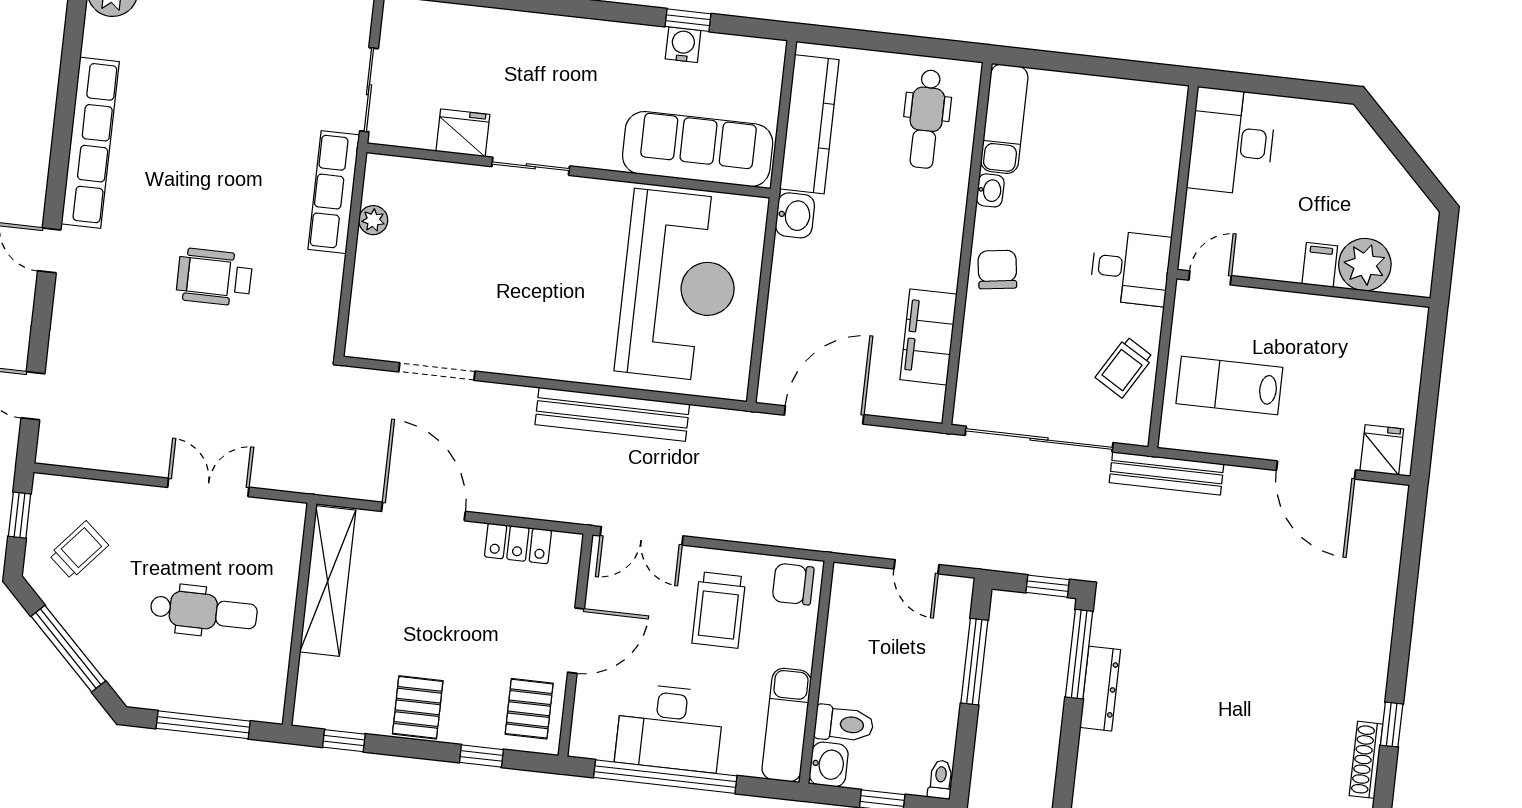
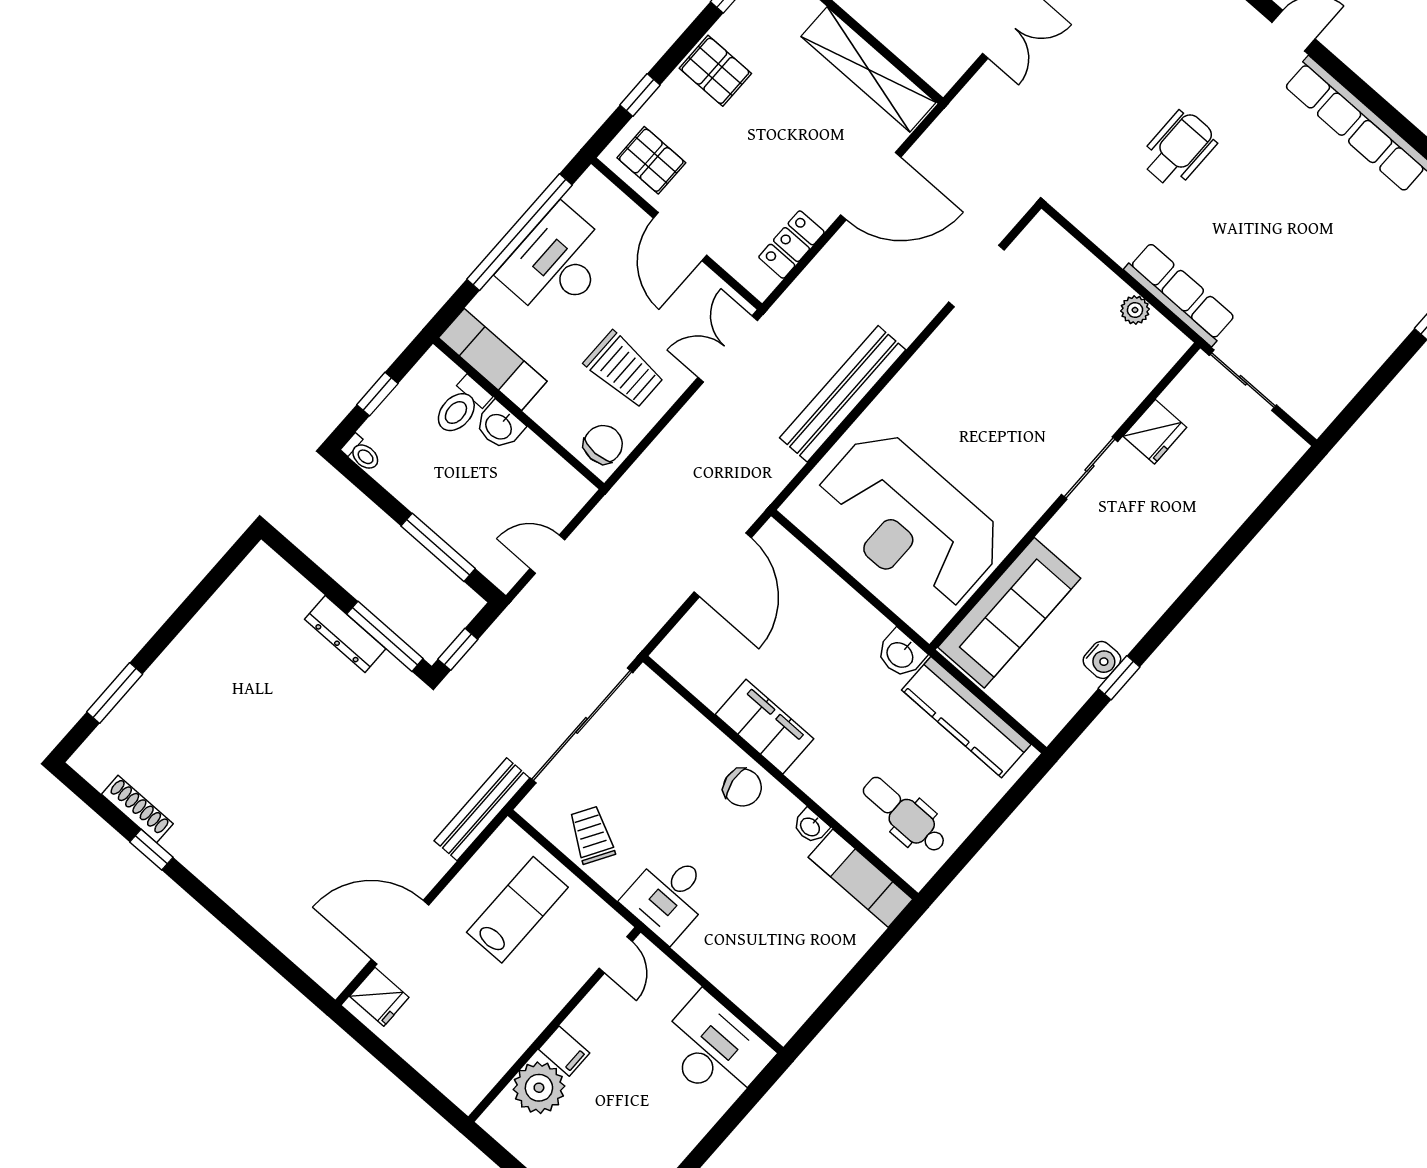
filing cabinet: (928, 337) -> (764, 727), moved
trolley: (719, 610) -> (624, 370), turned 180
washbasin: (829, 764) -> (499, 426), moved

